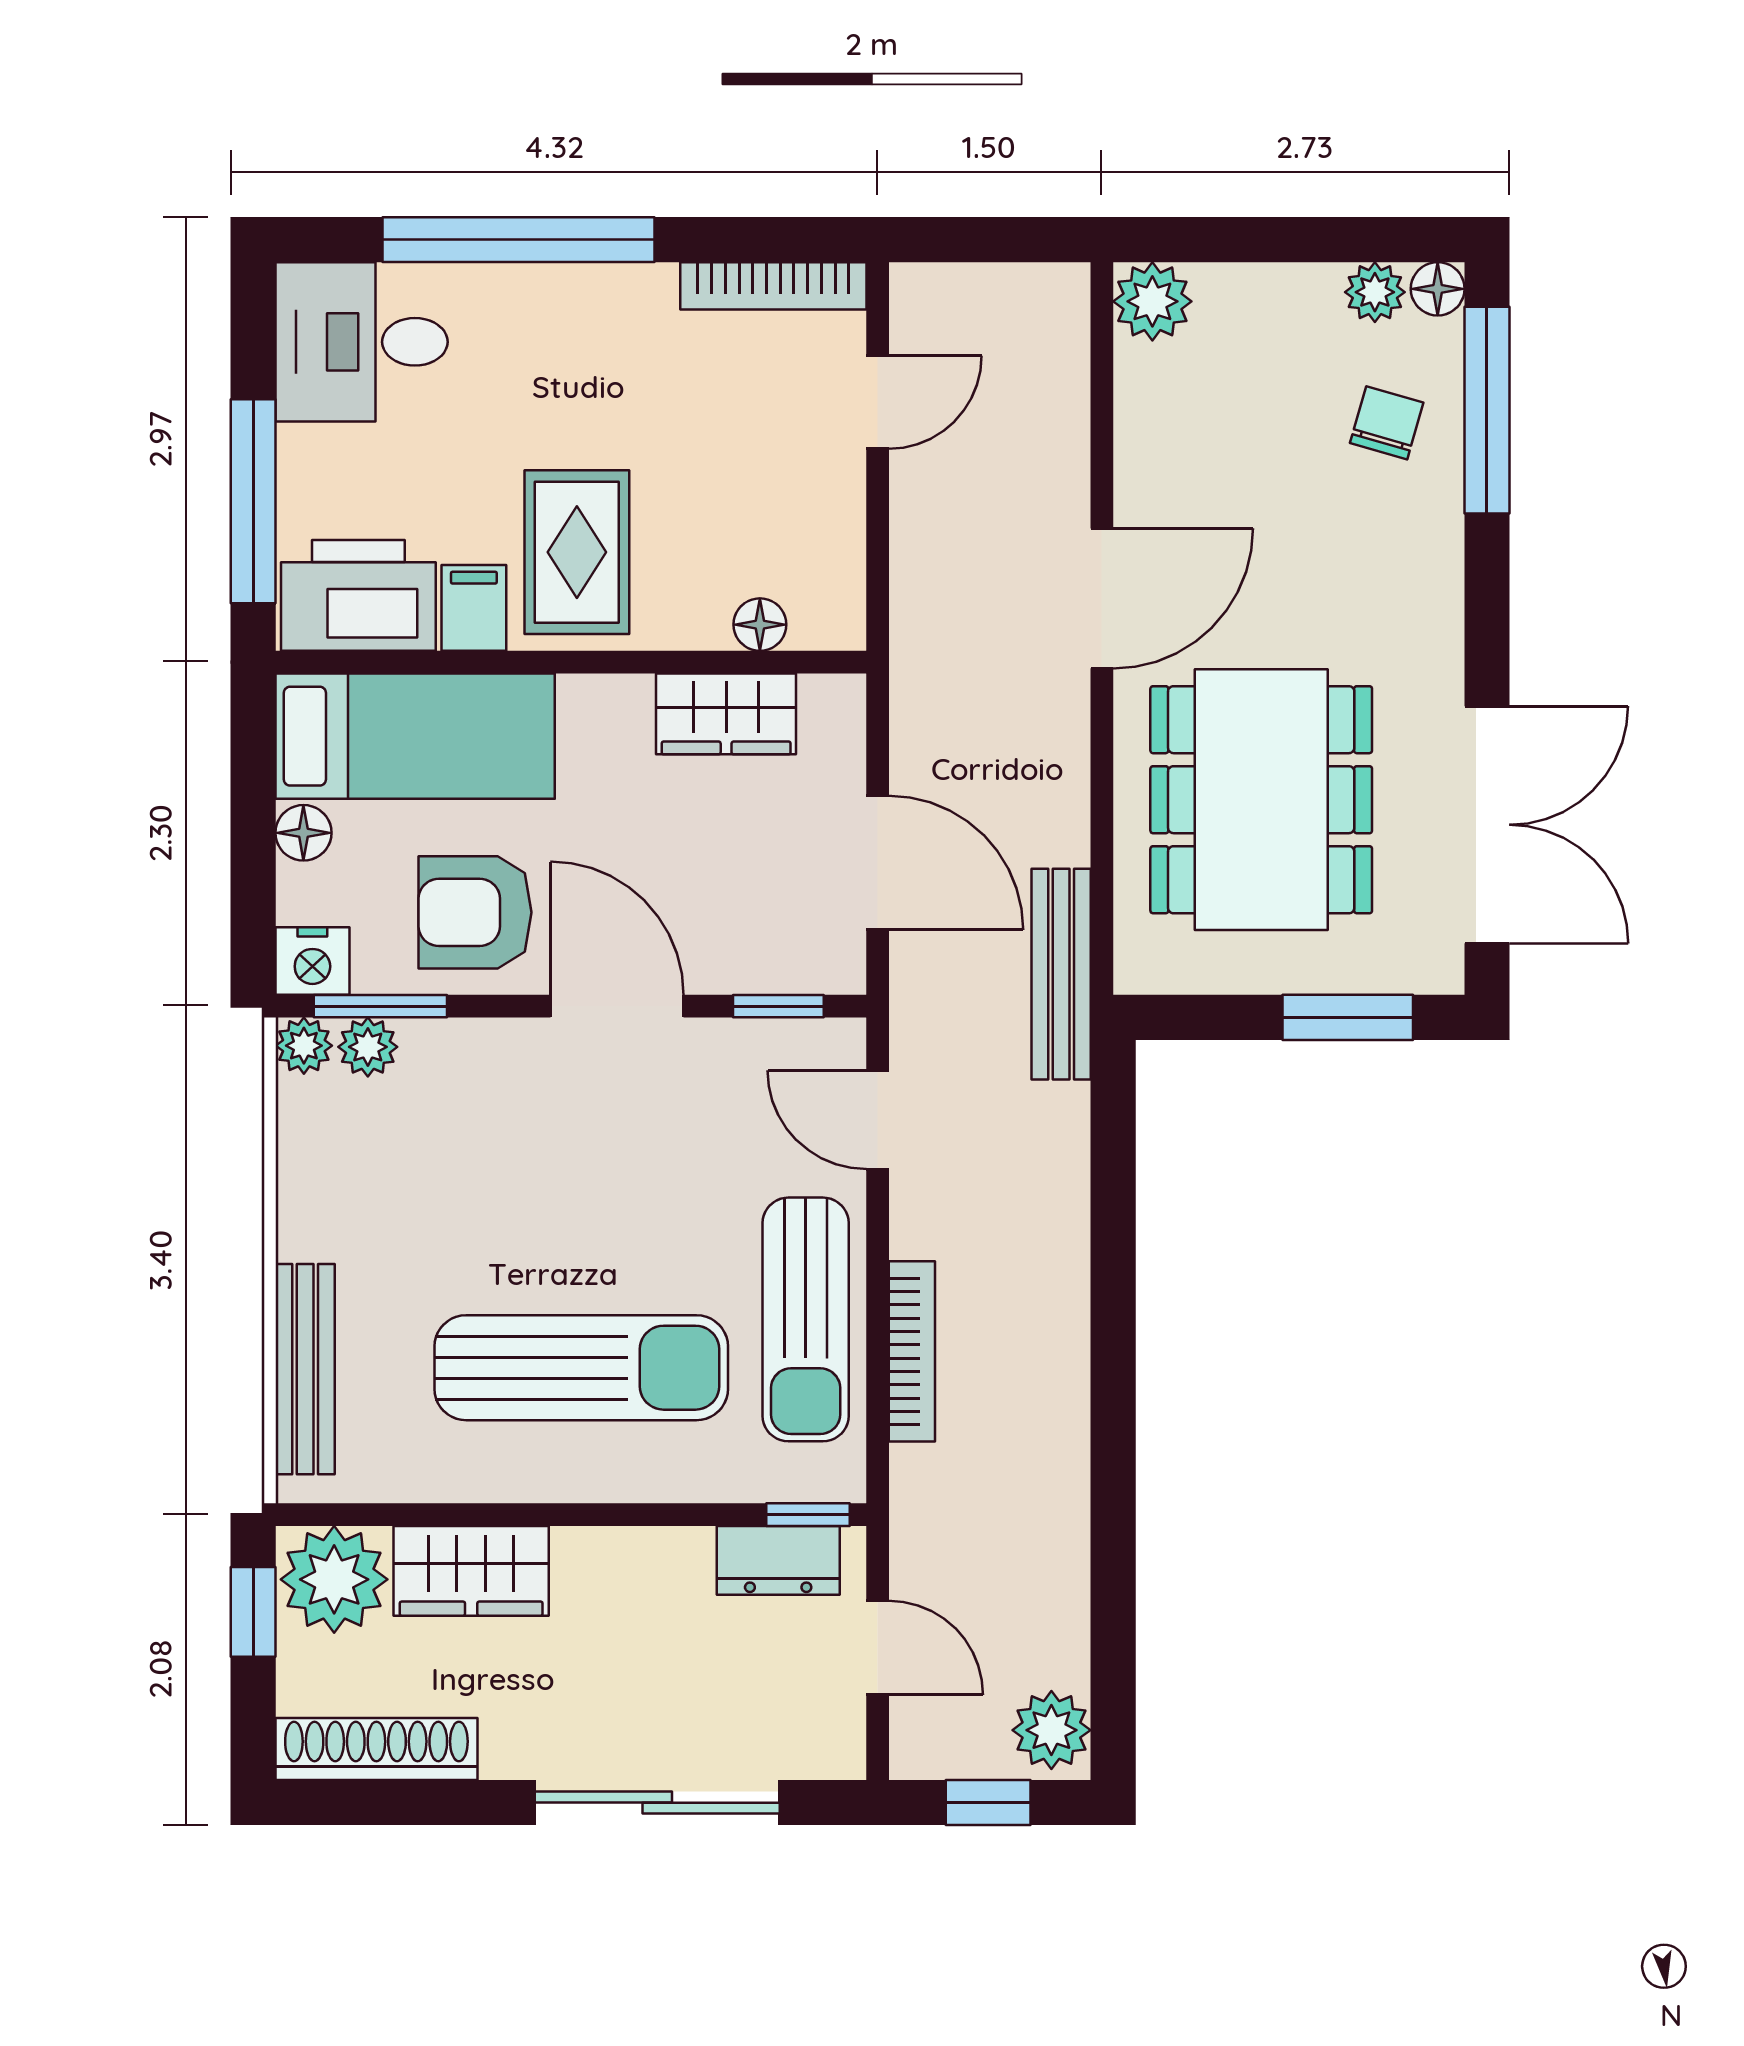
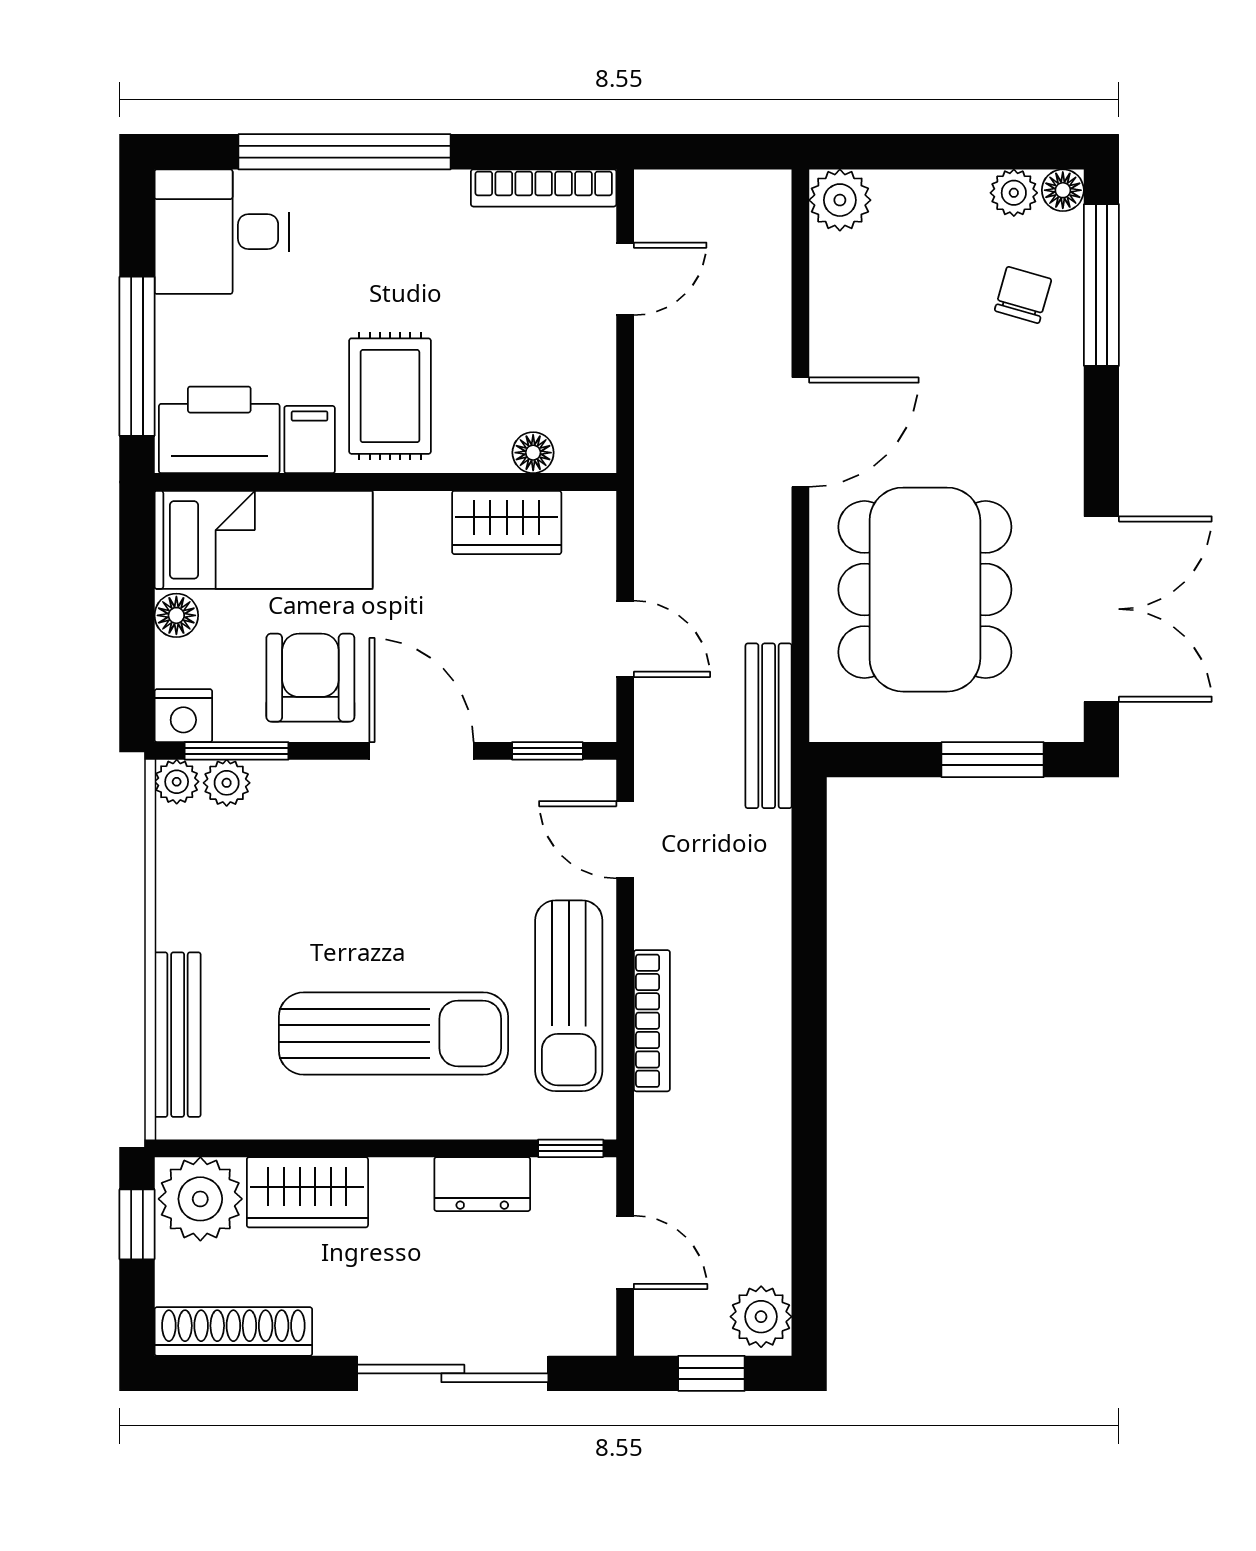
door: (878, 863) -> (625, 639), width x0.73
armchair: (475, 912) -> (310, 678), turned 90
dresser: (778, 1560) -> (482, 1184), moved

